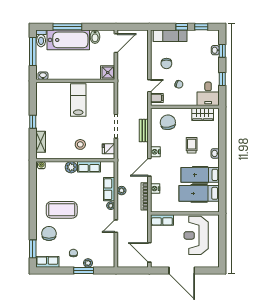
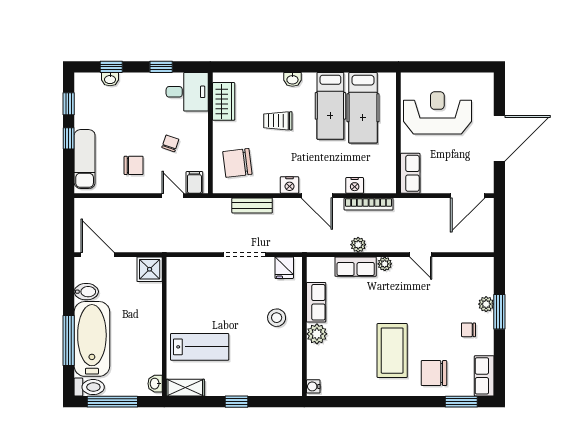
lab bench: (78, 100) -> (200, 347), moved, turned 180
shelving: (41, 142) -> (185, 388), moved
reception desk: (196, 235) -> (437, 113), turned 180

